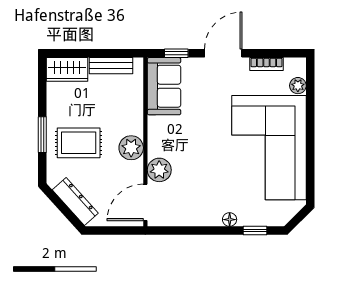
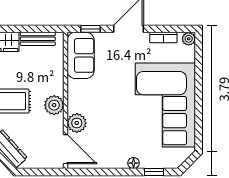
plant: (298, 86) -> (189, 39), moved
door: (145, 202) -> (66, 149), swing flipped

